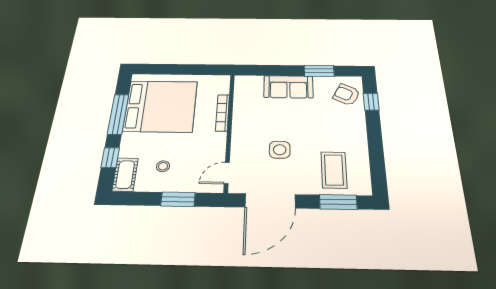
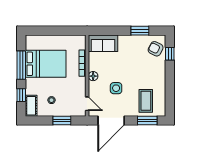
sofa: (288, 87) -> (103, 43), moved
bed: (161, 106) -> (46, 64), width x0.73
floor lamp: (240, 131) -> (93, 76), added
door: (227, 173) -> (87, 104), swing flipped

